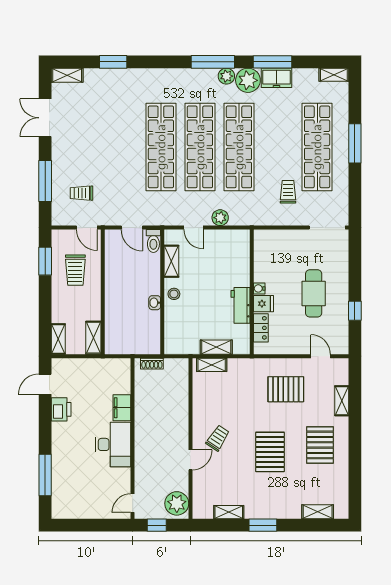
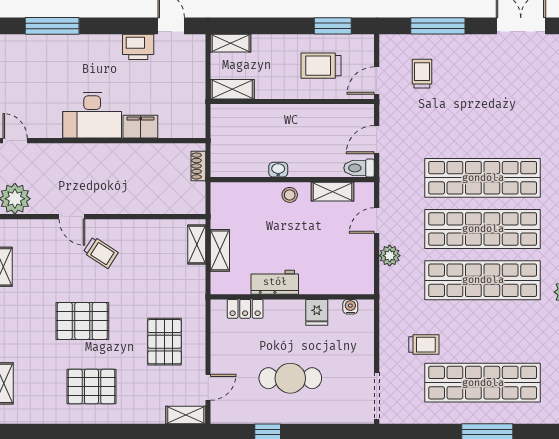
water cooler: (259, 288) -> (350, 307), moved
fridge: (263, 304) -> (317, 312), moved
shelving: (342, 401) -> (186, 415), moved

